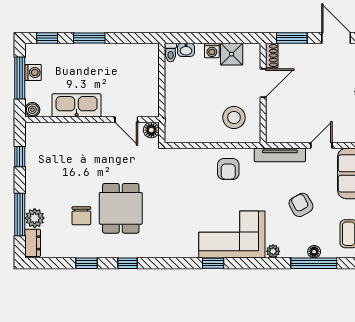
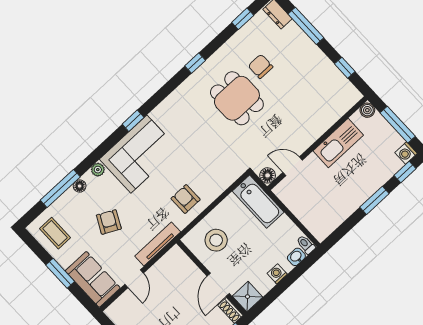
shower: (232, 54) -> (247, 297), moved
washing machine: (33, 72) -> (406, 153), moved
bathtub: (176, 117) -> (258, 202), added
armchair: (301, 205) -> (109, 222), turned -124
plant: (35, 218) -> (293, 33), removed
floor lamp: (314, 252) -> (80, 186), moved
window: (87, 263) -> (243, 19), moved

